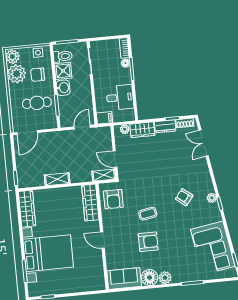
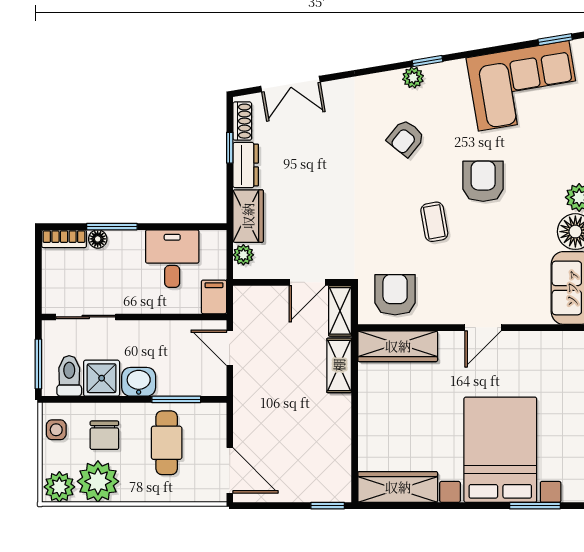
shelving: (57, 179) -> (339, 365), moved
armchair: (113, 199) -> (395, 295), turned -90
armchair: (148, 242) -> (483, 181), moved

